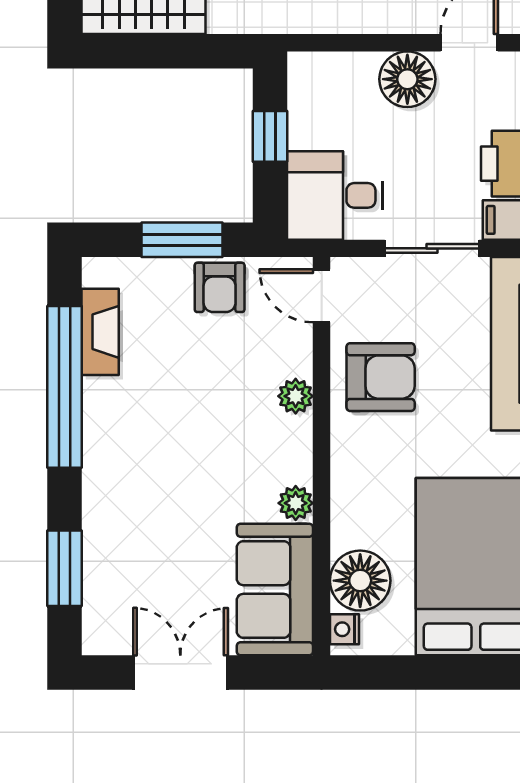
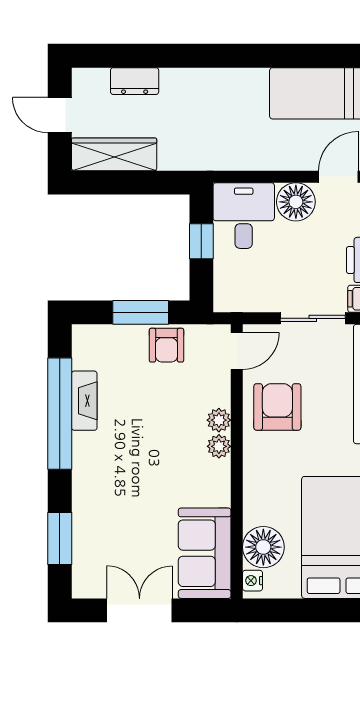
desk: (335, 195) -> (244, 216), moved, turned 90
door: (322, 296) -> (237, 351), swing flipped
fireplace: (100, 332) -> (84, 401), moved
armchair: (381, 377) -> (277, 407), turned -90
plant: (296, 503) -> (219, 446), moved

